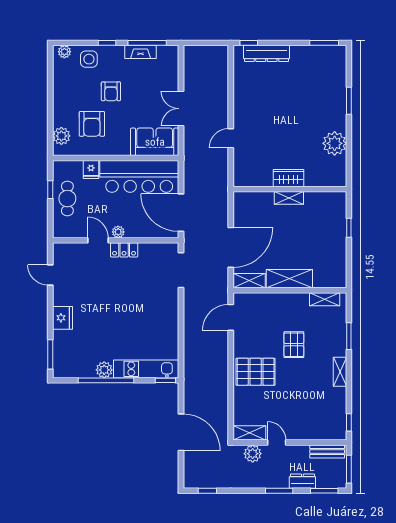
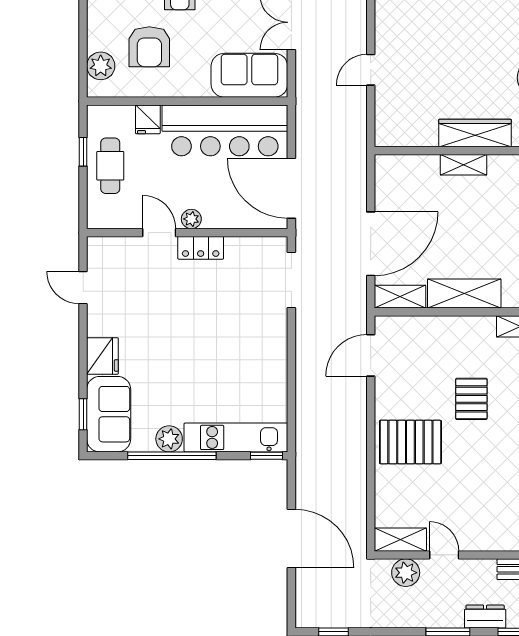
wardrobe: (289, 178) -> (475, 133), width x1.50
window: (50, 354) -> (83, 414), width x0.67
sofa: (66, 354) -> (109, 414), added

